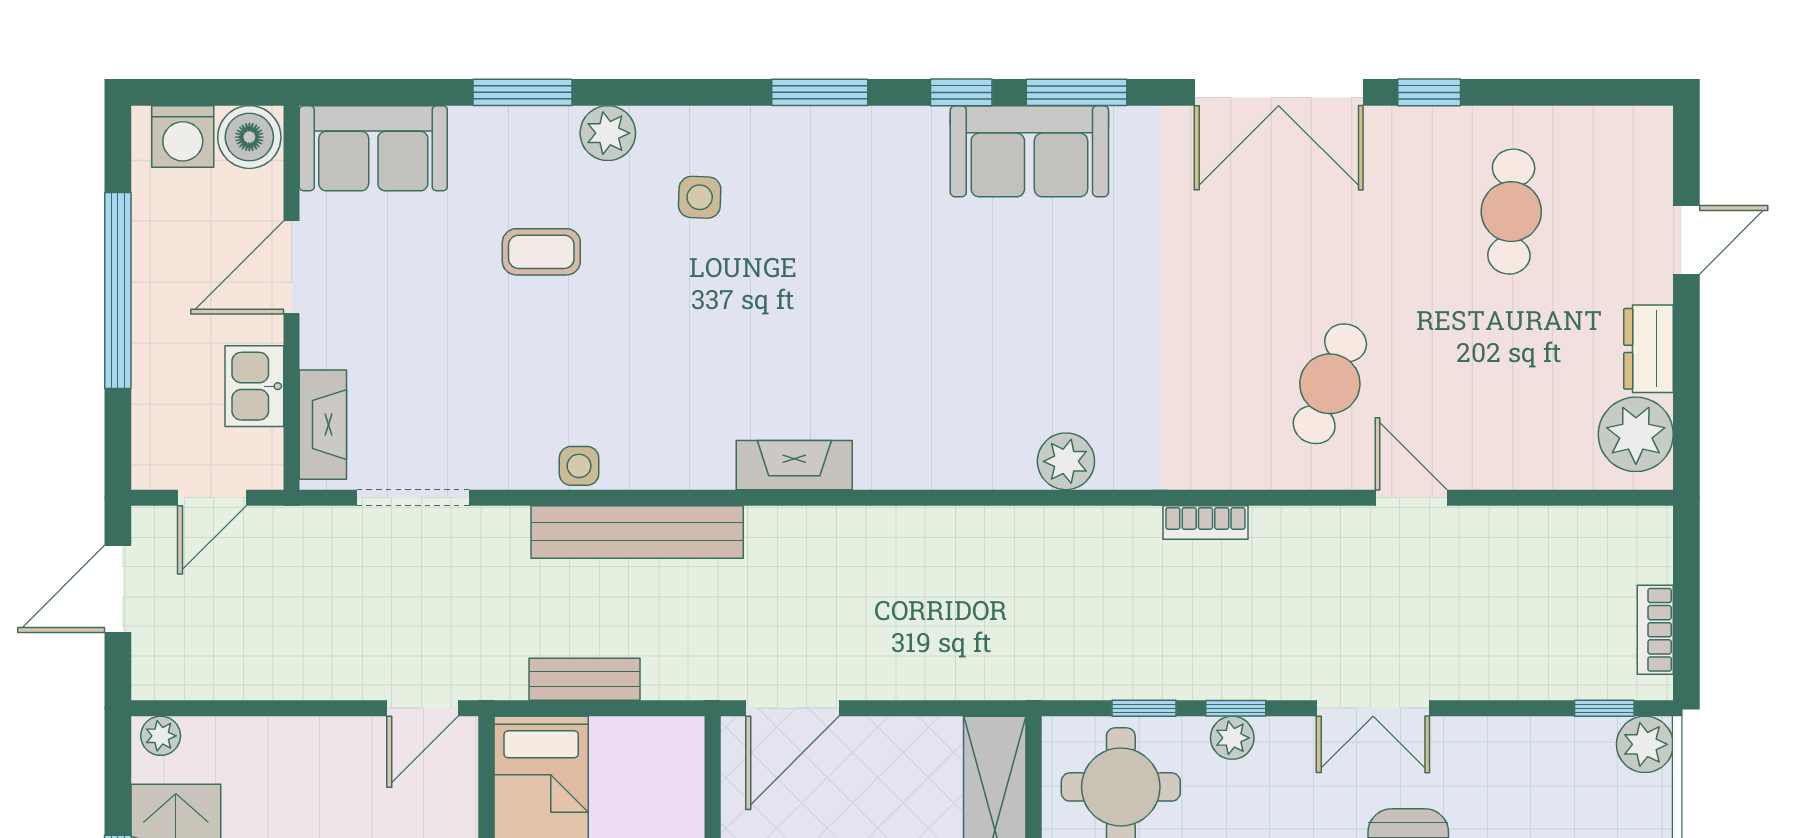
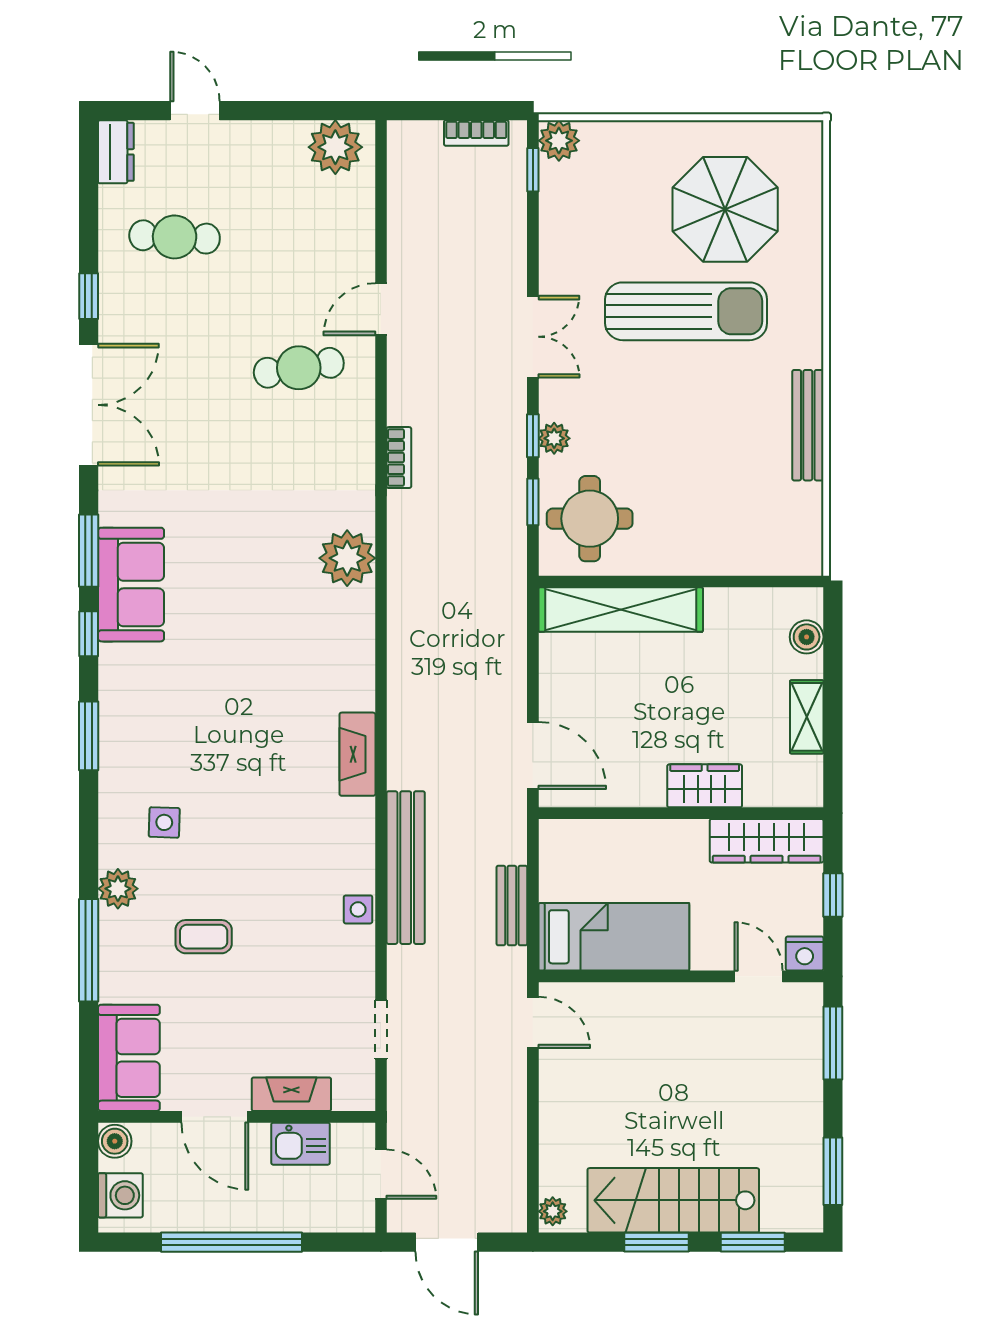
window: (523, 92) -> (89, 950), width x1.44
boiler: (249, 137) -> (115, 1141), width x0.73, depth x0.73
coffee table: (541, 252) -> (204, 937), turned 90
dresser: (1649, 349) -> (116, 152), moved, turned -90
cafe table: (1330, 384) -> (299, 368), turned -30
fireplace: (323, 425) -> (291, 1094), moved
plant: (1066, 461) -> (347, 558), width x1.36, depth x1.36
doorway: (413, 498) -> (381, 1029), width x0.73

